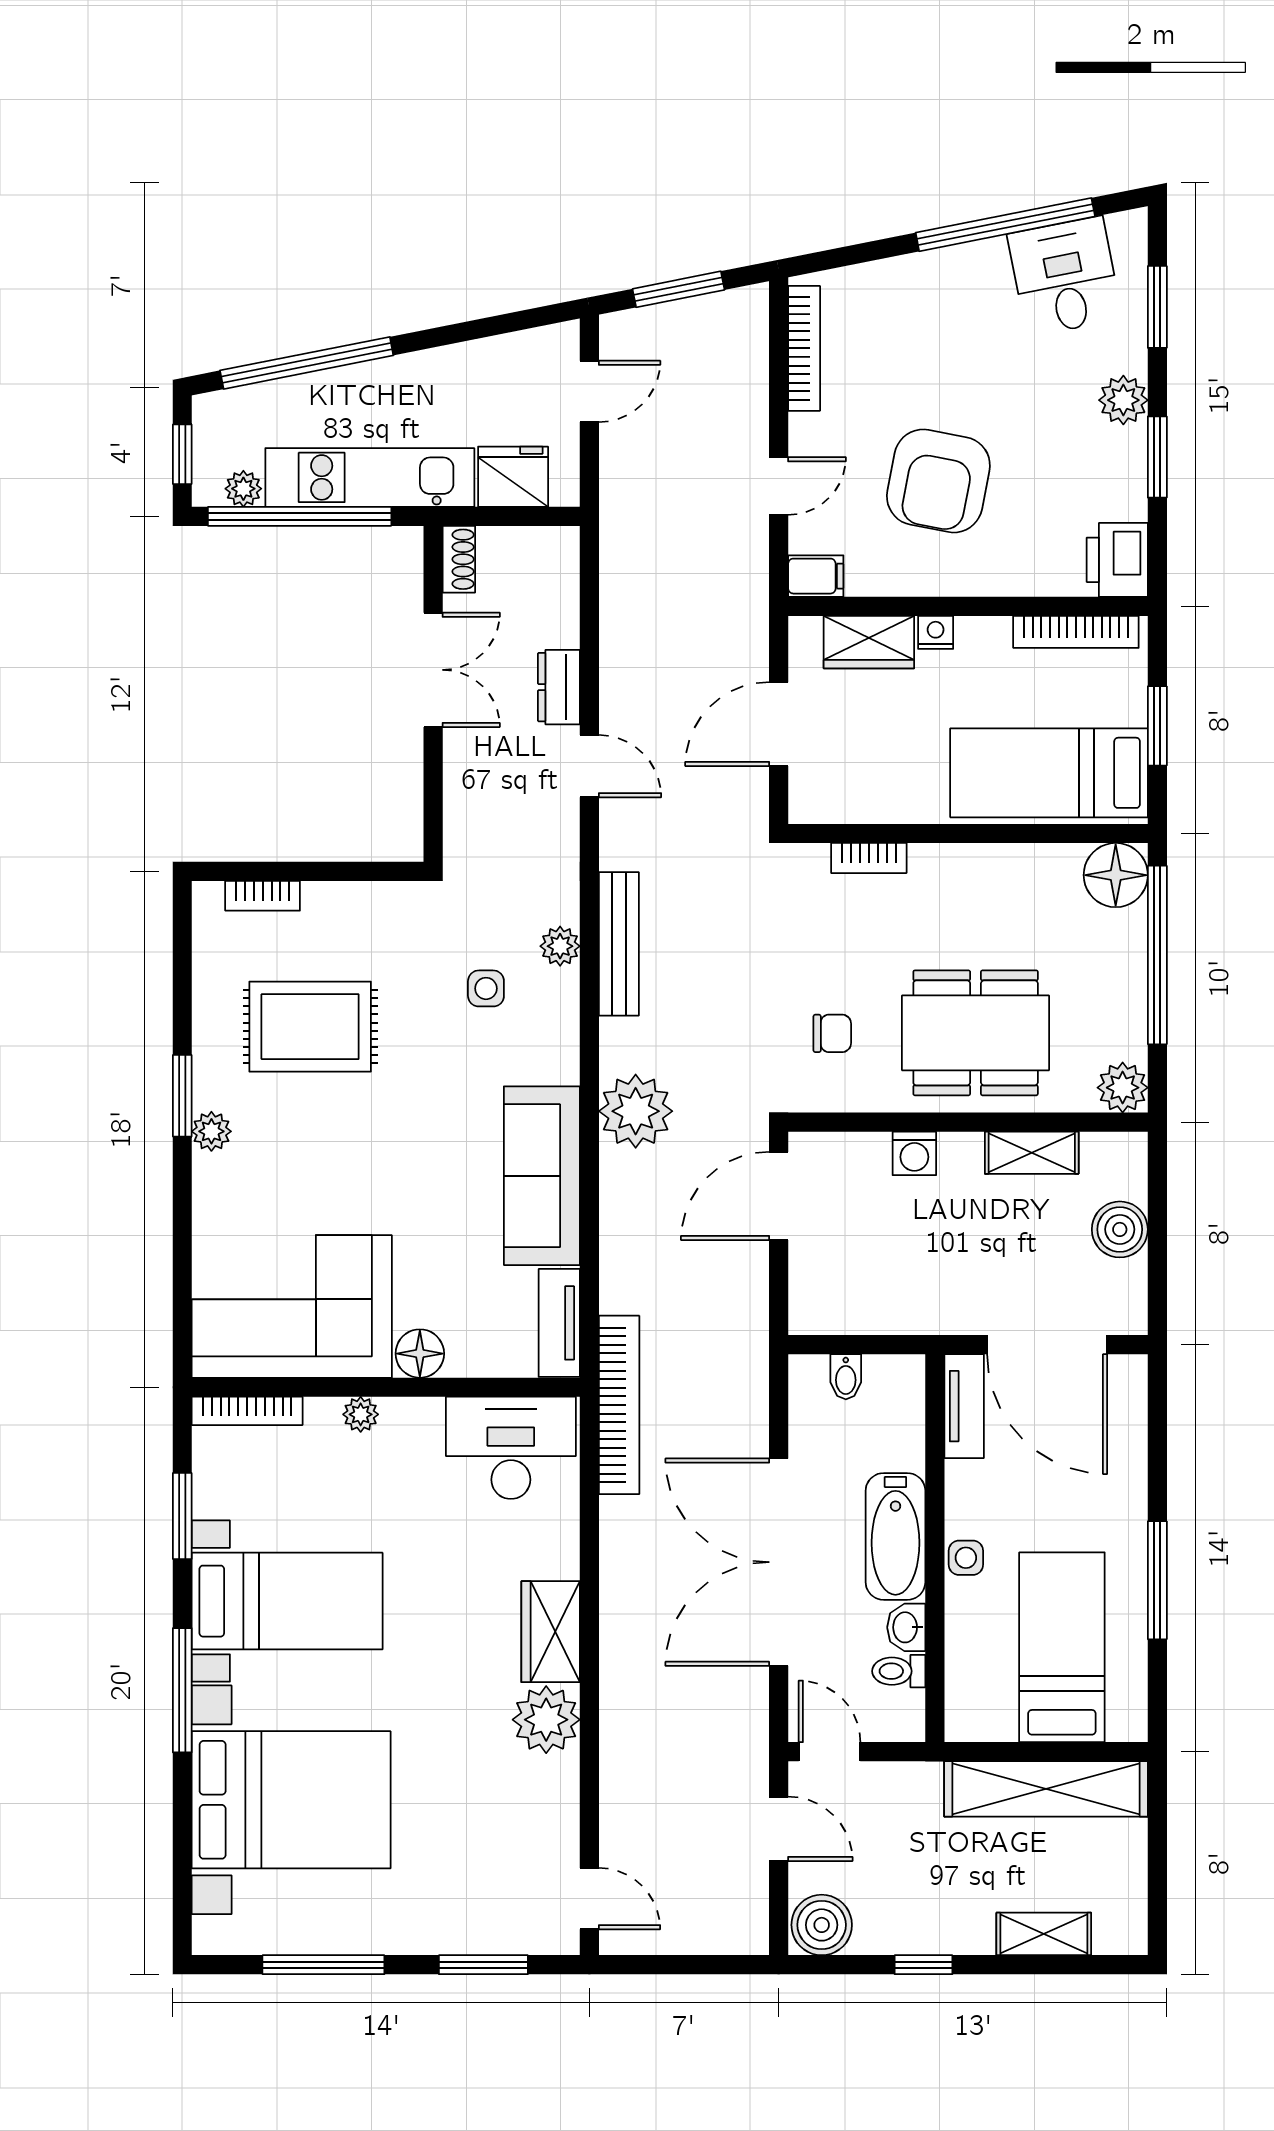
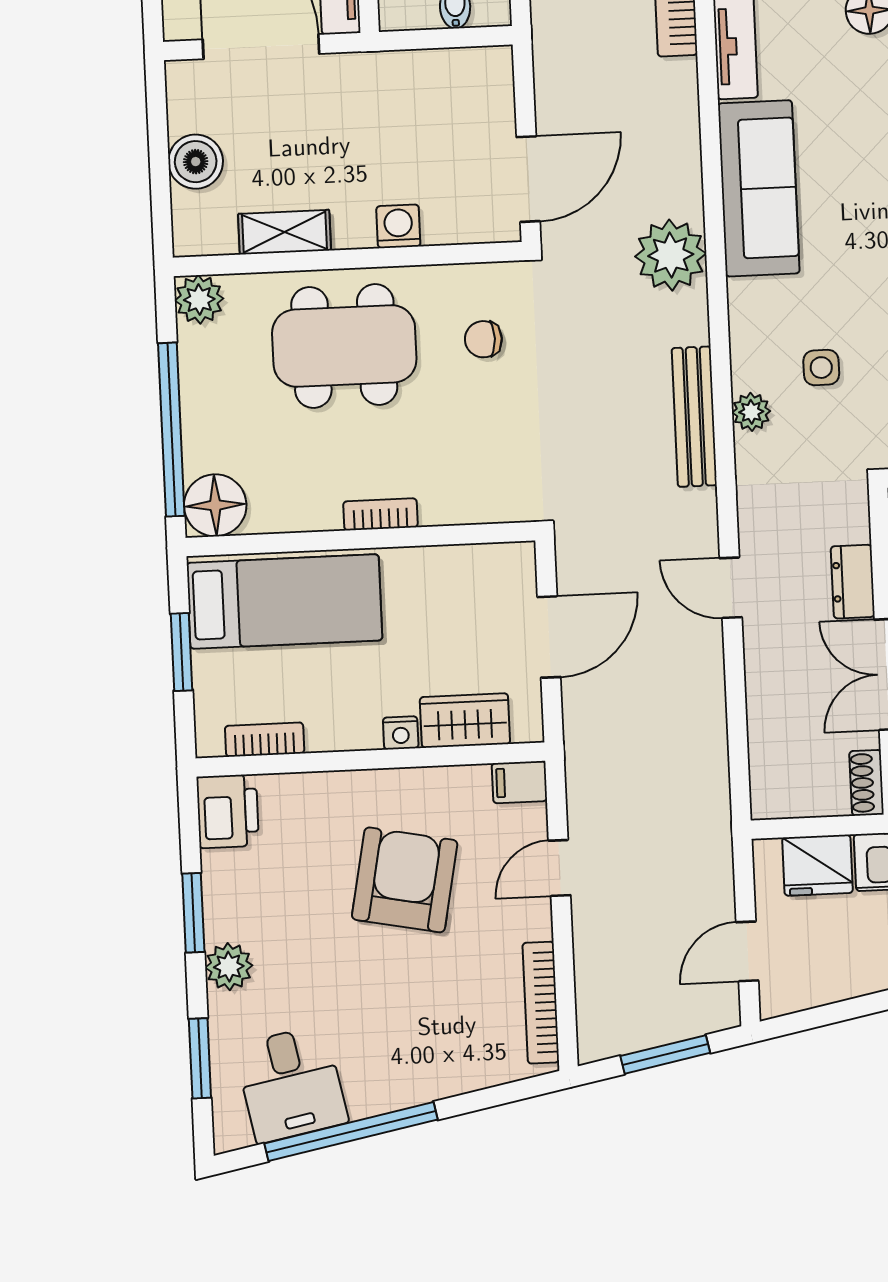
bookcase: (1076, 632) -> (265, 740), width x0.64
dresser: (559, 687) -> (853, 582), moved, turned 180
bookcase: (869, 858) -> (380, 514), moved

